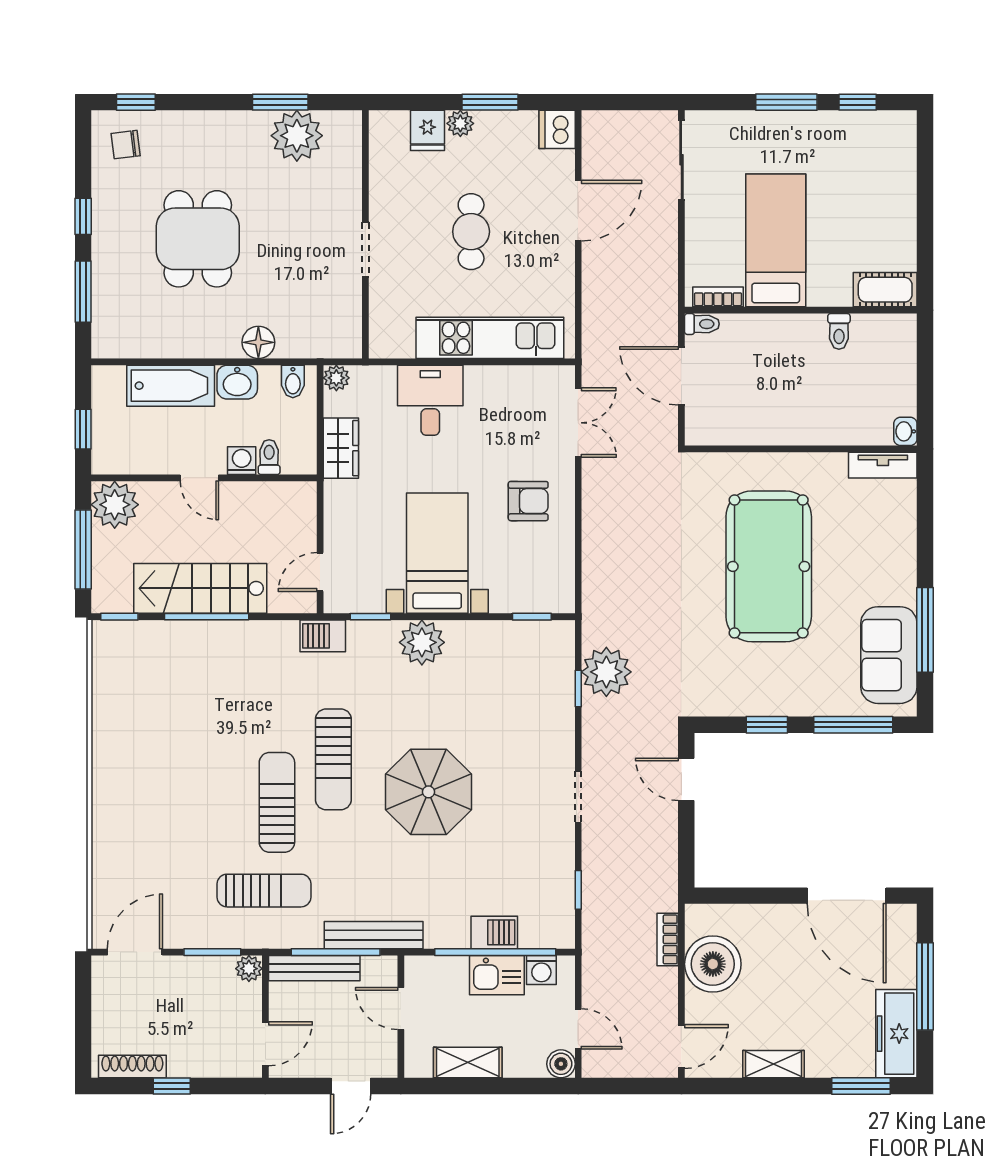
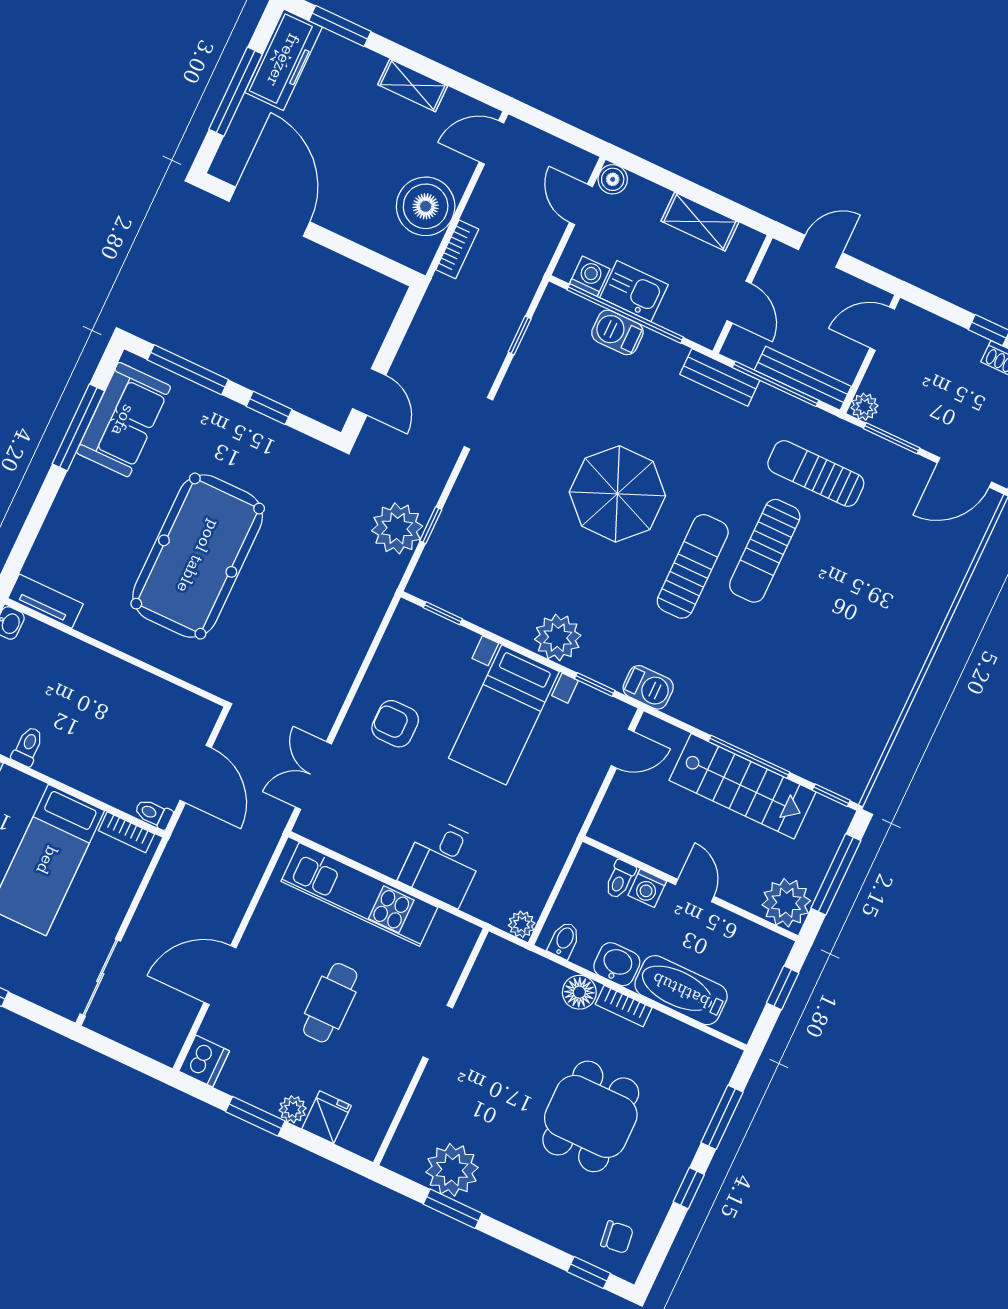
bookcase: (214, 348) -> (624, 1006), added
wardrobe: (341, 448) -> (548, 856), removed
bench: (374, 935) -> (720, 377), width x0.73

